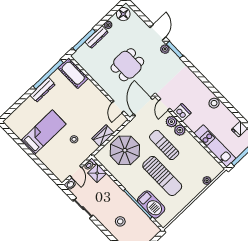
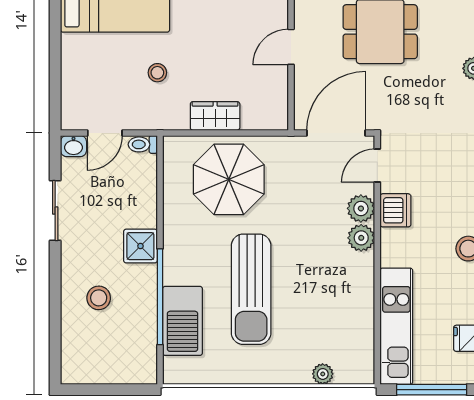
door: (118, 107) -> (291, 47), moved
sun lounger: (164, 145) -> (308, 237), removed
shower: (97, 173) -> (140, 246), moved

